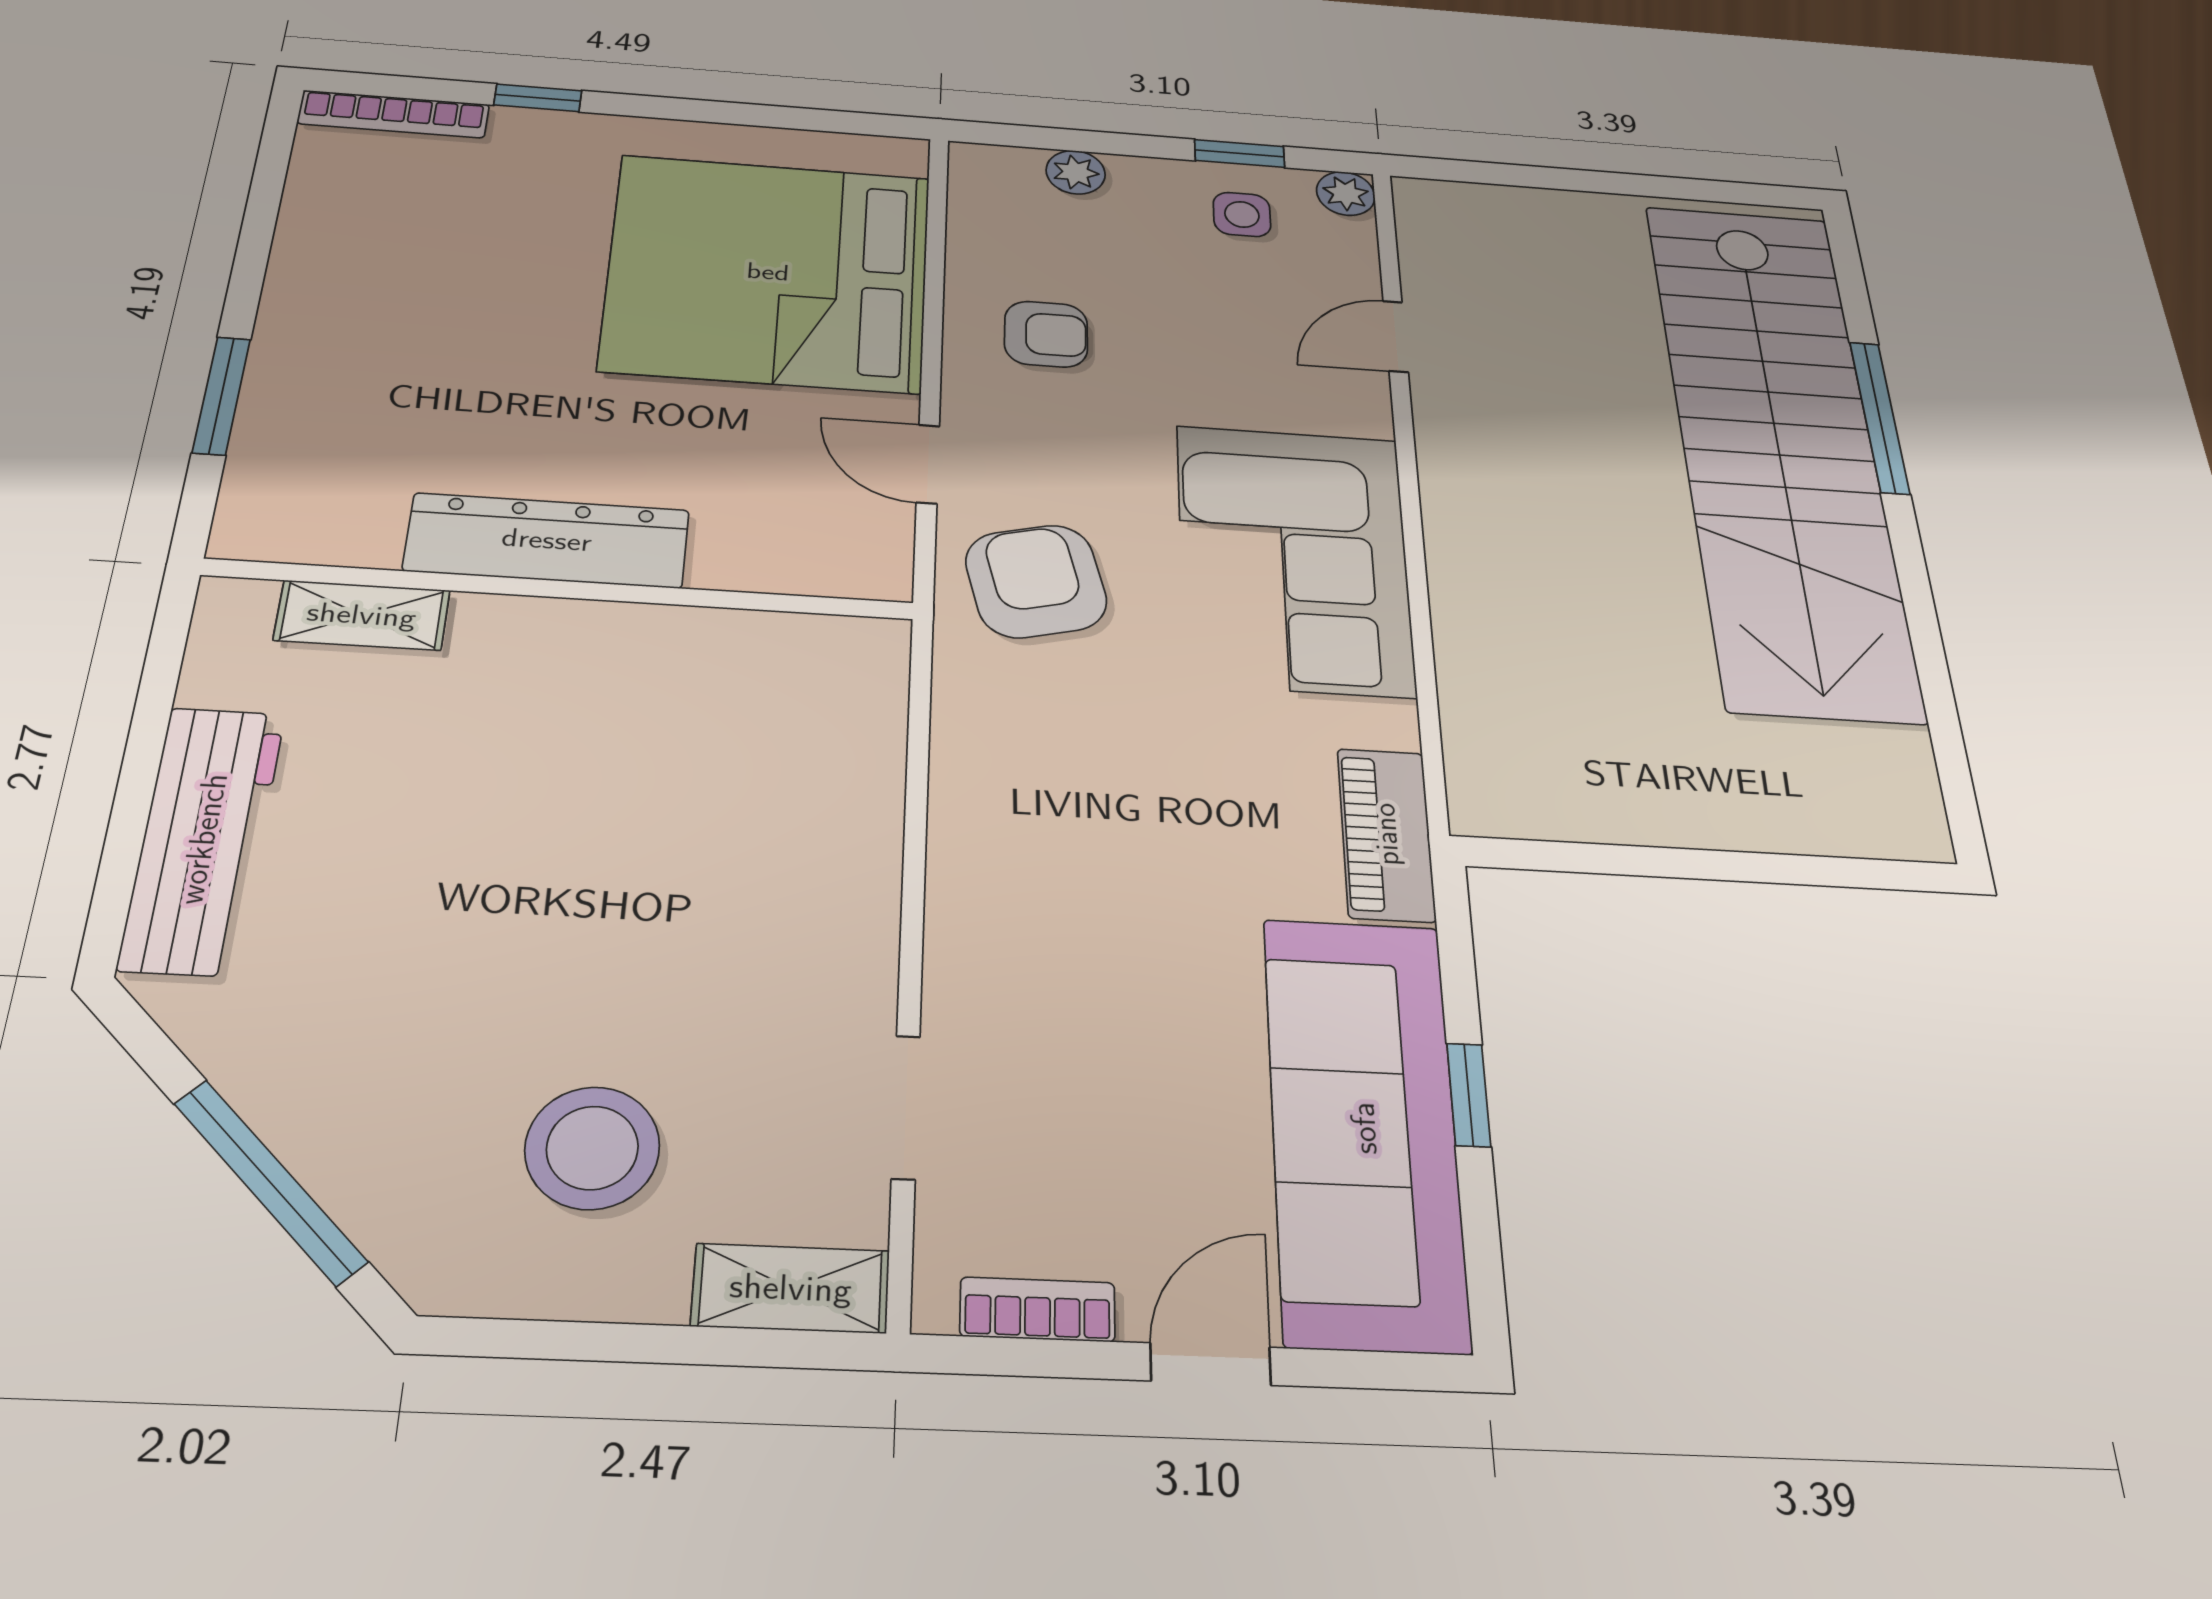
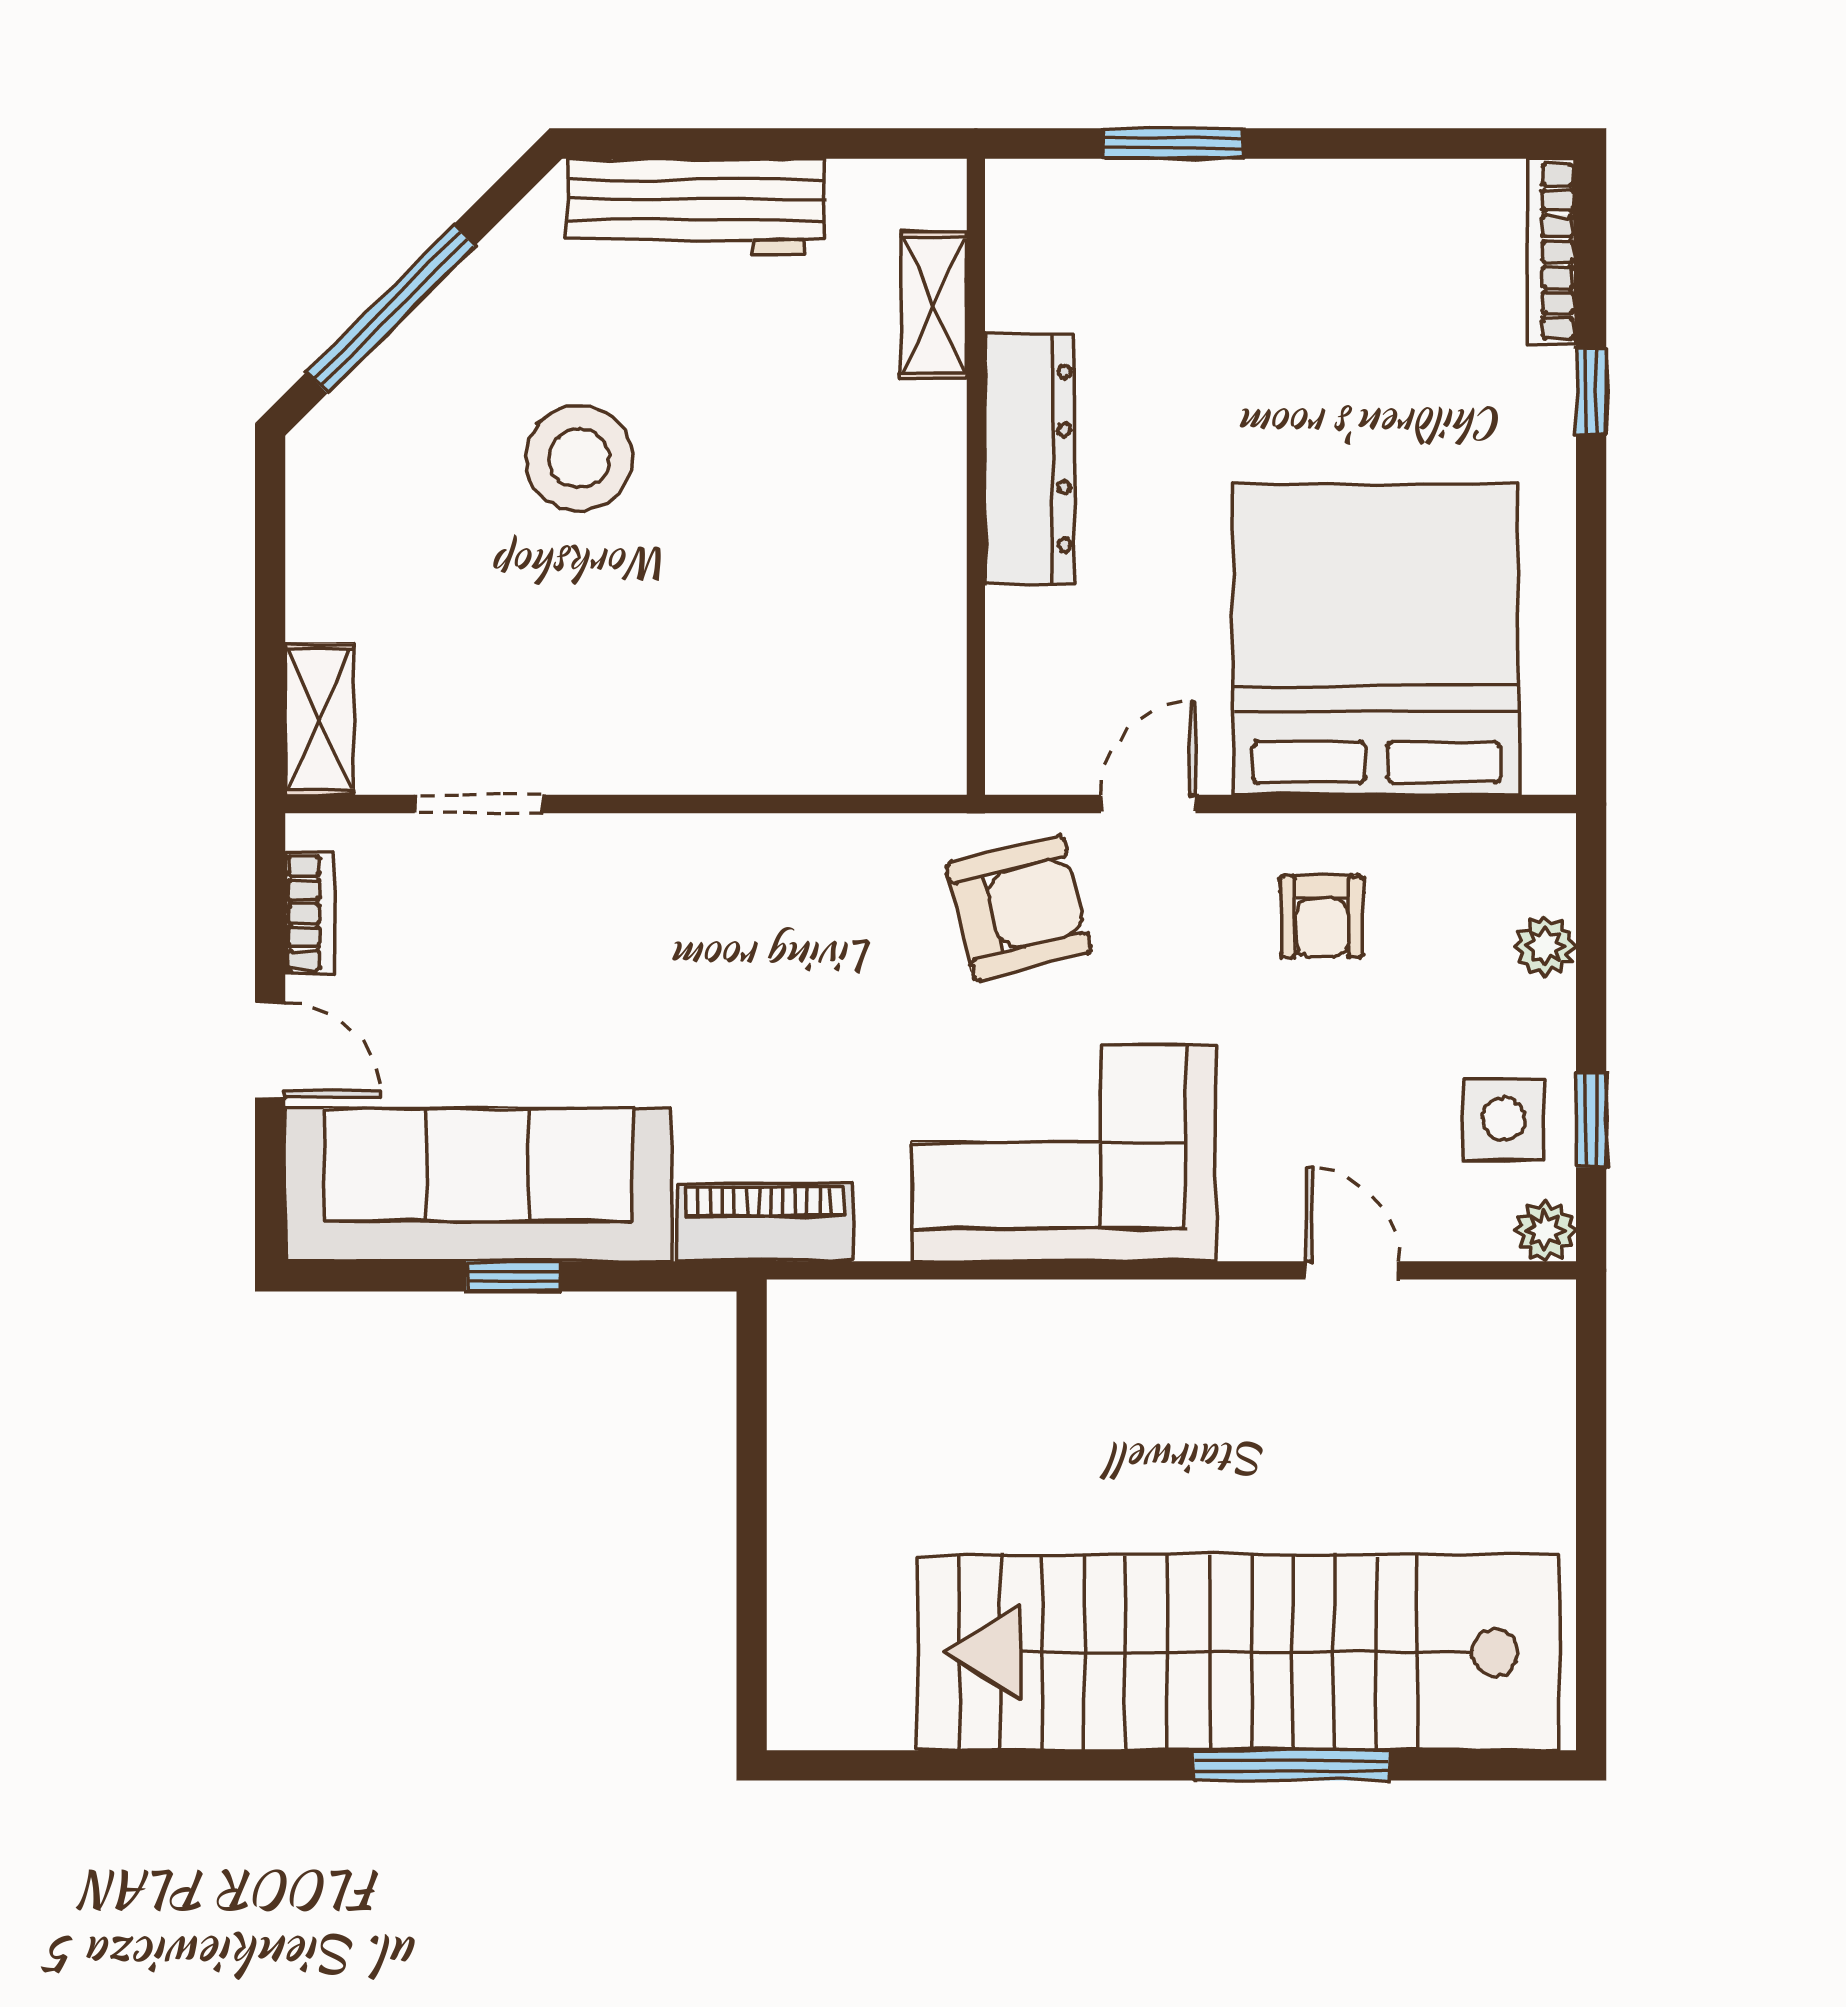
side table: (1242, 214) -> (1504, 1119), width x1.37, depth x1.37
stool: (592, 1148) -> (579, 458), moved

